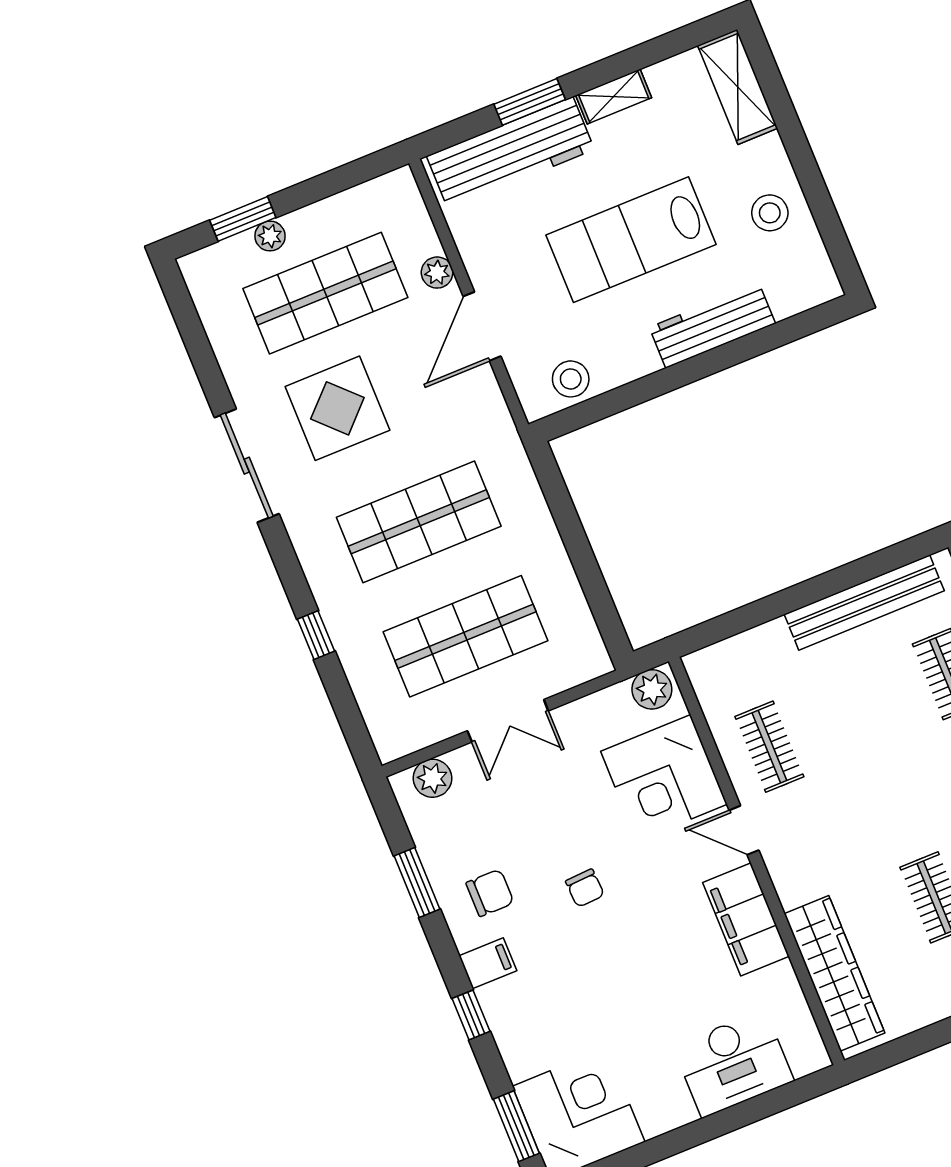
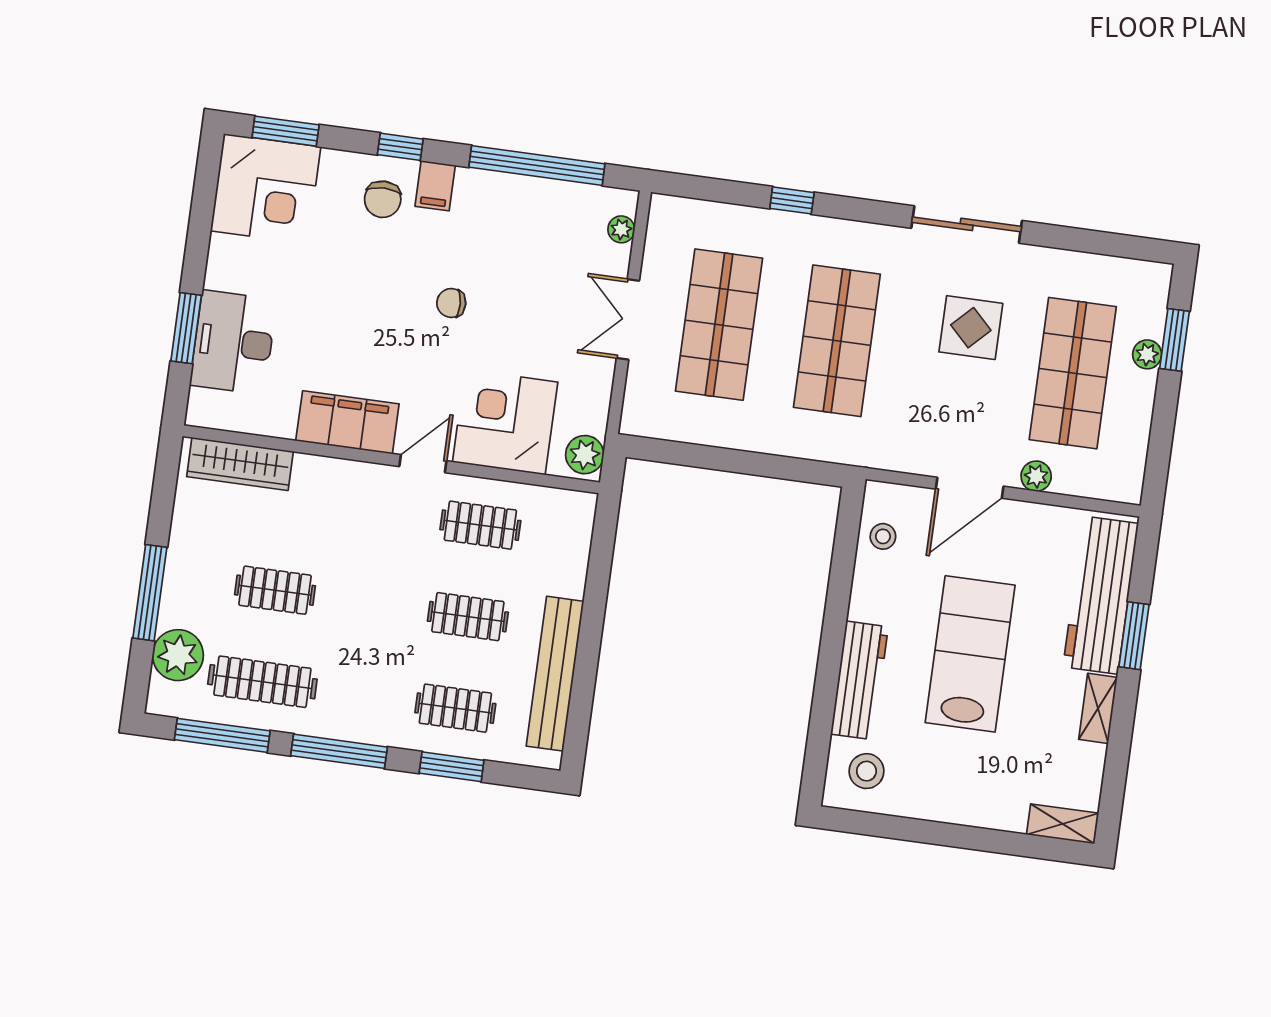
shelving: (738, 87) -> (1063, 824), width x0.67, depth x0.75
stool: (770, 213) -> (866, 771), moved
door: (482, 326) -> (970, 488), swing flipped
stool: (571, 379) -> (883, 536), width x0.73, depth x0.73
display table: (337, 408) -> (971, 328), width x0.73, depth x0.73
clothes rail: (858, 710) -> (468, 617), added
plant: (432, 778) -> (621, 229), width x0.73, depth x0.73
window: (417, 882) -> (537, 166), width x2.11
chair: (490, 893) -> (383, 199), moved
wardrobe: (834, 973) -> (240, 464), width x0.71, depth x0.85
window: (745, 1113) -> (186, 328), added

